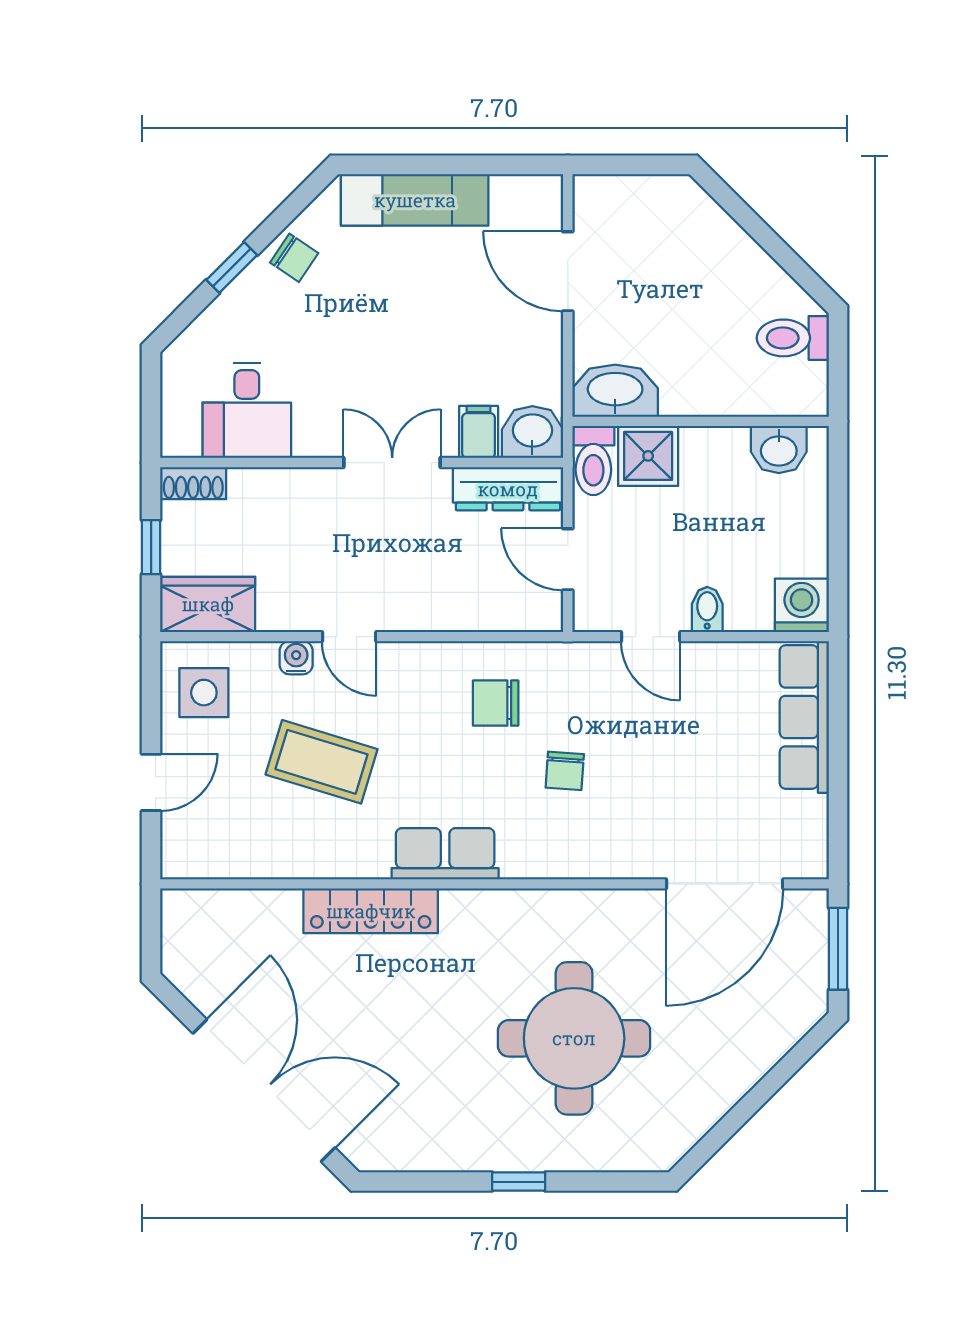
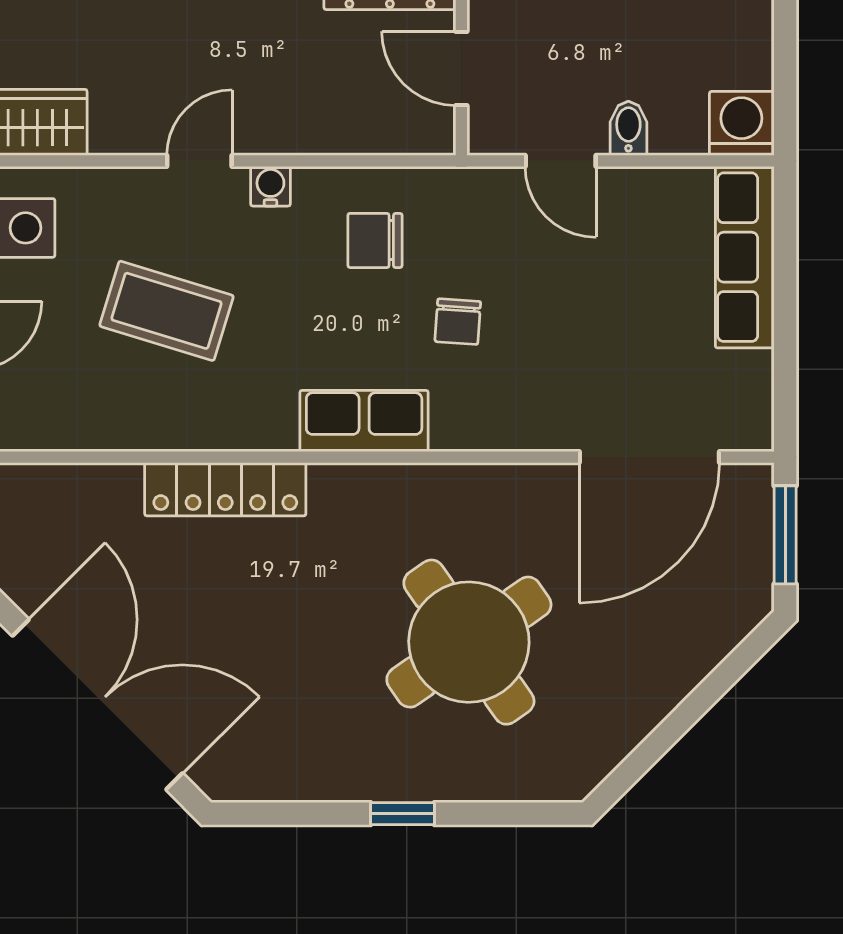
door: (349, 637) -> (199, 161), swing flipped
water cooler: (296, 658) -> (270, 186), moved
row of seats: (445, 854) -> (364, 421), moved
round table: (574, 1038) -> (469, 642), turned -35

